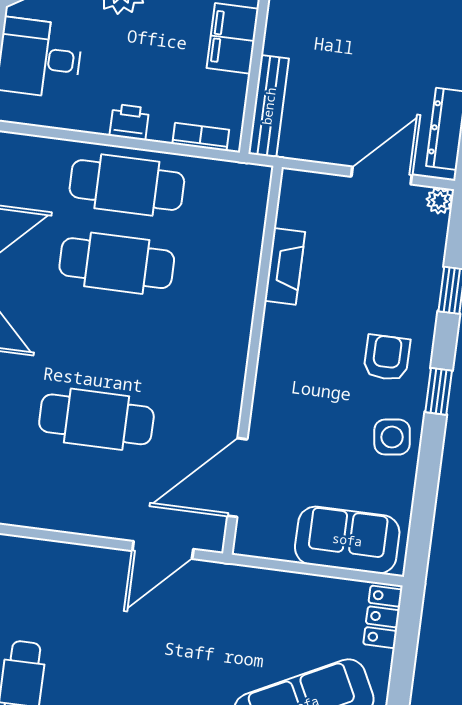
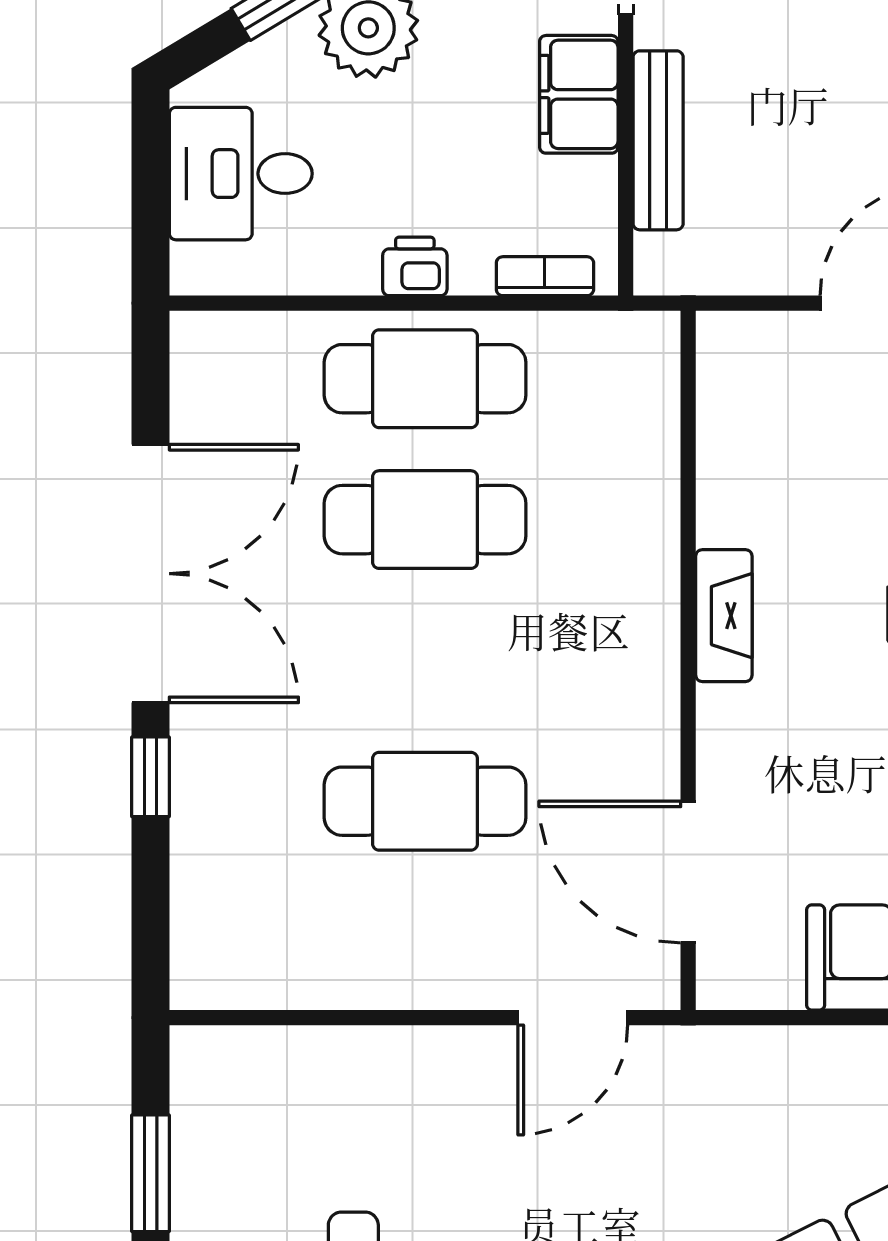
bench: (269, 106) -> (658, 140), moved
fireplace: (285, 266) -> (724, 616), moved
door: (237, 478) -> (688, 872), hinge flipped

